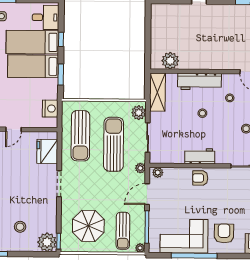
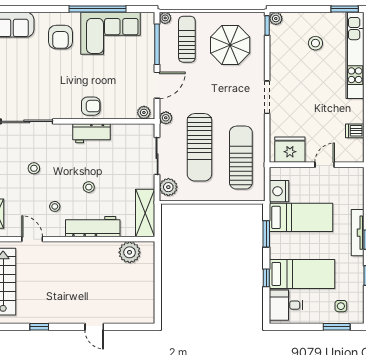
bed: (33, 66) -> (301, 217), moved
fridge: (47, 151) -> (290, 150), moved, turned -90
plant: (47, 242) -> (276, 19), width x0.53, depth x0.53

